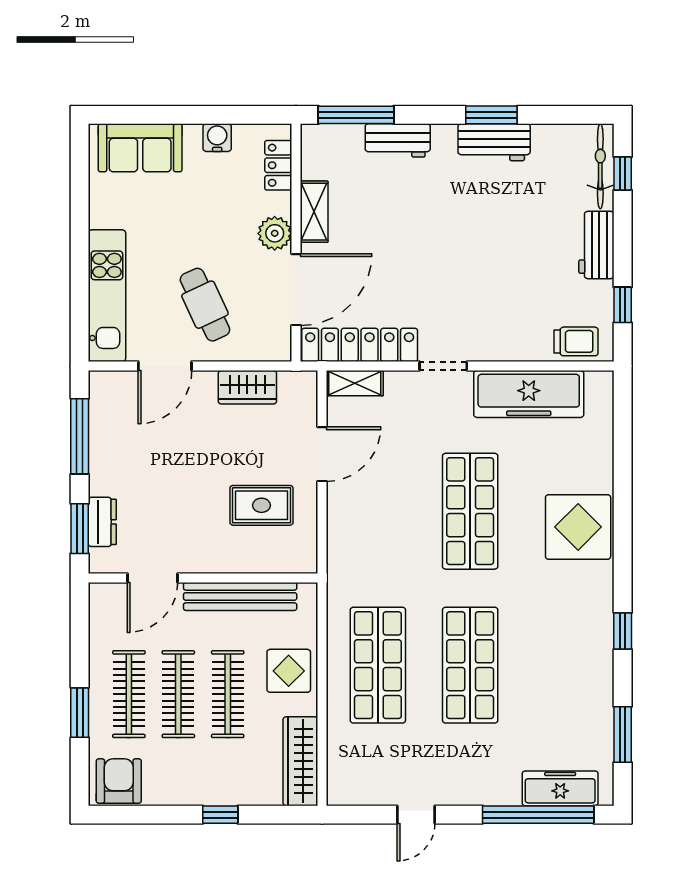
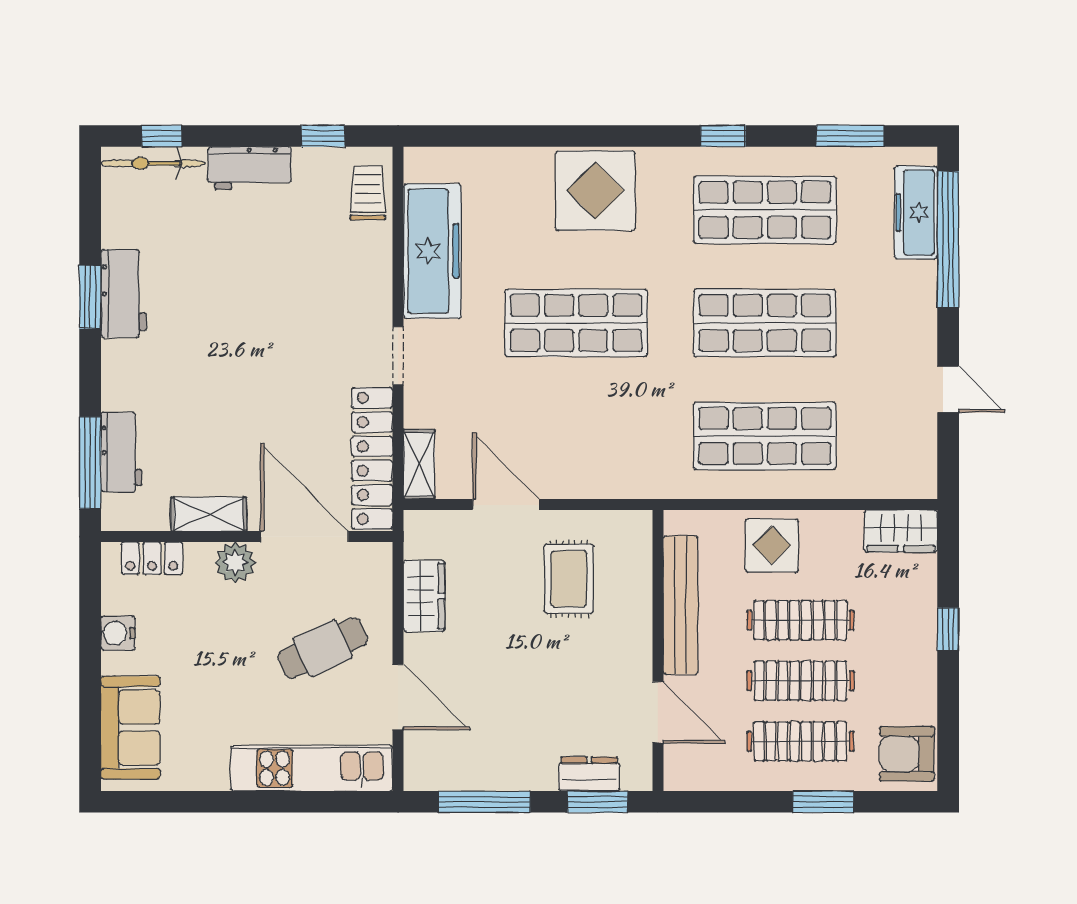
workbench: (398, 140) -> (121, 452), moved
shop shelf: (562, 665) -> (765, 210), added
wardrobe: (300, 761) -> (901, 531), width x0.67

